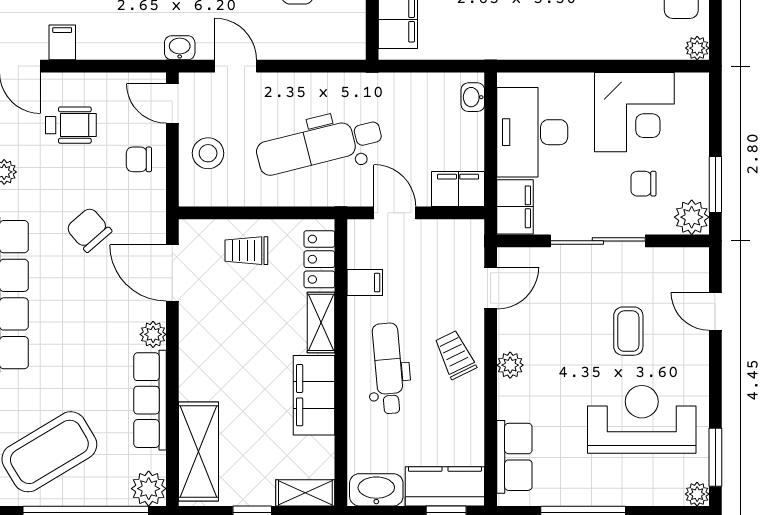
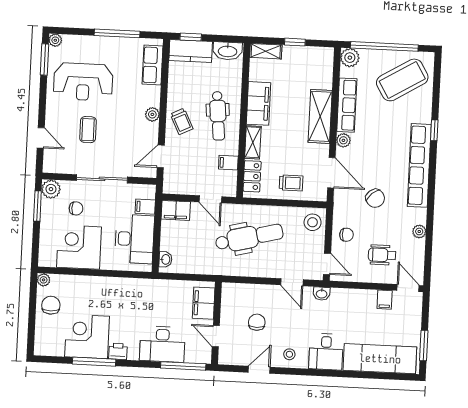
stool: (208, 153) -> (313, 222), moved
filing cabinet: (515, 207) -> (145, 207), width x0.50
shelving: (199, 452) -> (320, 116), moved

